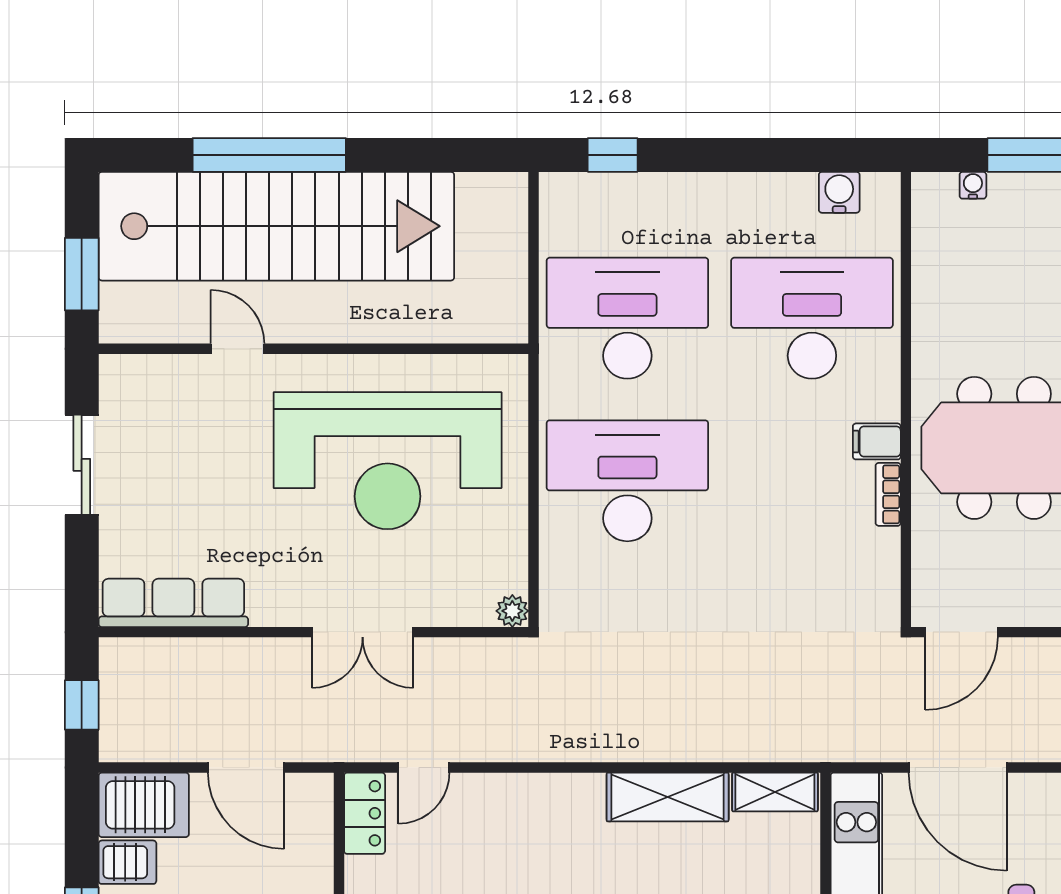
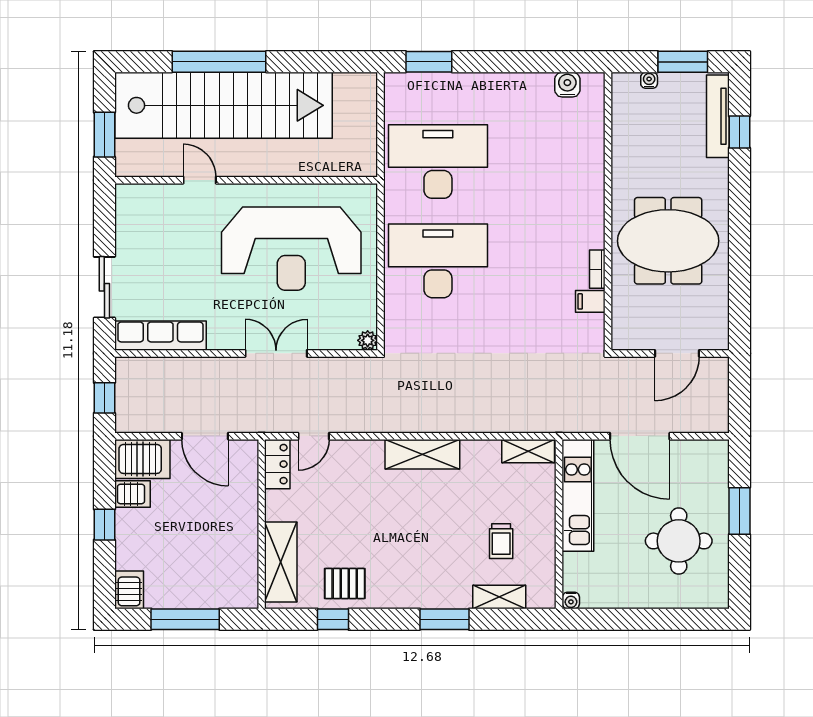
window: (613, 155) -> (429, 62), width x1.50
desk: (812, 318) -> (551, 162), removed
filing cabinet: (877, 441) -> (590, 301), moved
sliding door: (82, 465) -> (104, 287), moved
double door: (363, 632) -> (276, 353), swing flipped
door: (962, 632) -> (677, 353), moved
shelving: (668, 797) -> (422, 454), moved

